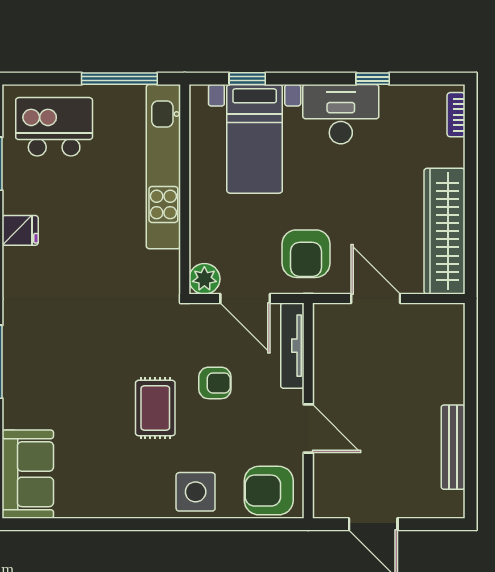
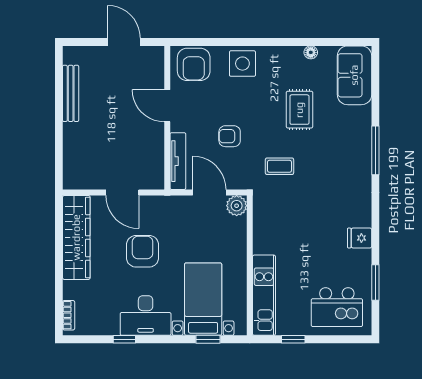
window: (119, 79) -> (293, 339), width x0.46
kitchen unit: (163, 167) -> (264, 295), width x0.73
armchair: (306, 254) -> (143, 251), moved
coffee table: (140, 338) -> (279, 166), added
rug: (155, 408) -> (299, 110), moved
armchair: (269, 491) -> (194, 64), turned 90
floor lamp: (93, 509) -> (311, 52), added

